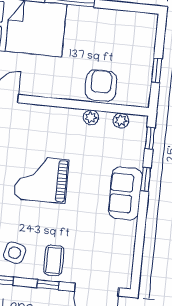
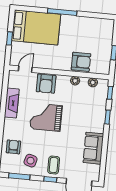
armchair: (101, 85) -> (81, 62), turned 90
armchair: (42, 122) -> (46, 84), added
sofa: (125, 193) -> (93, 148), moved

